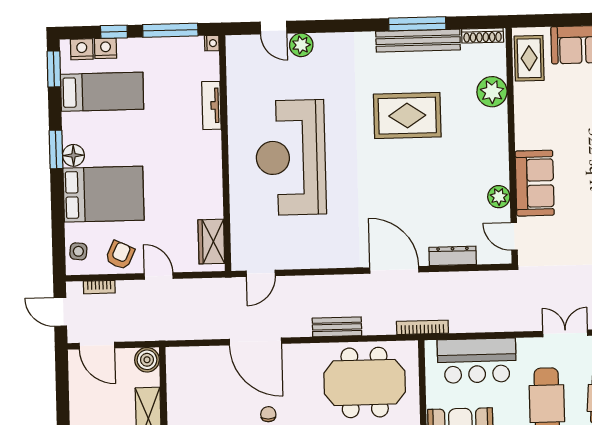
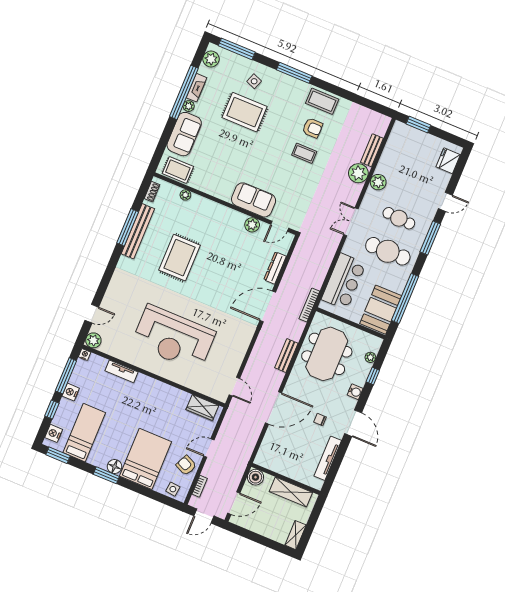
shoe rack: (483, 36) -> (152, 192), width x0.70
plant: (301, 45) -> (93, 340), moved
nightstand: (106, 48) -> (71, 392), moved
plant: (492, 92) -> (185, 195), width x0.53, depth x0.53

